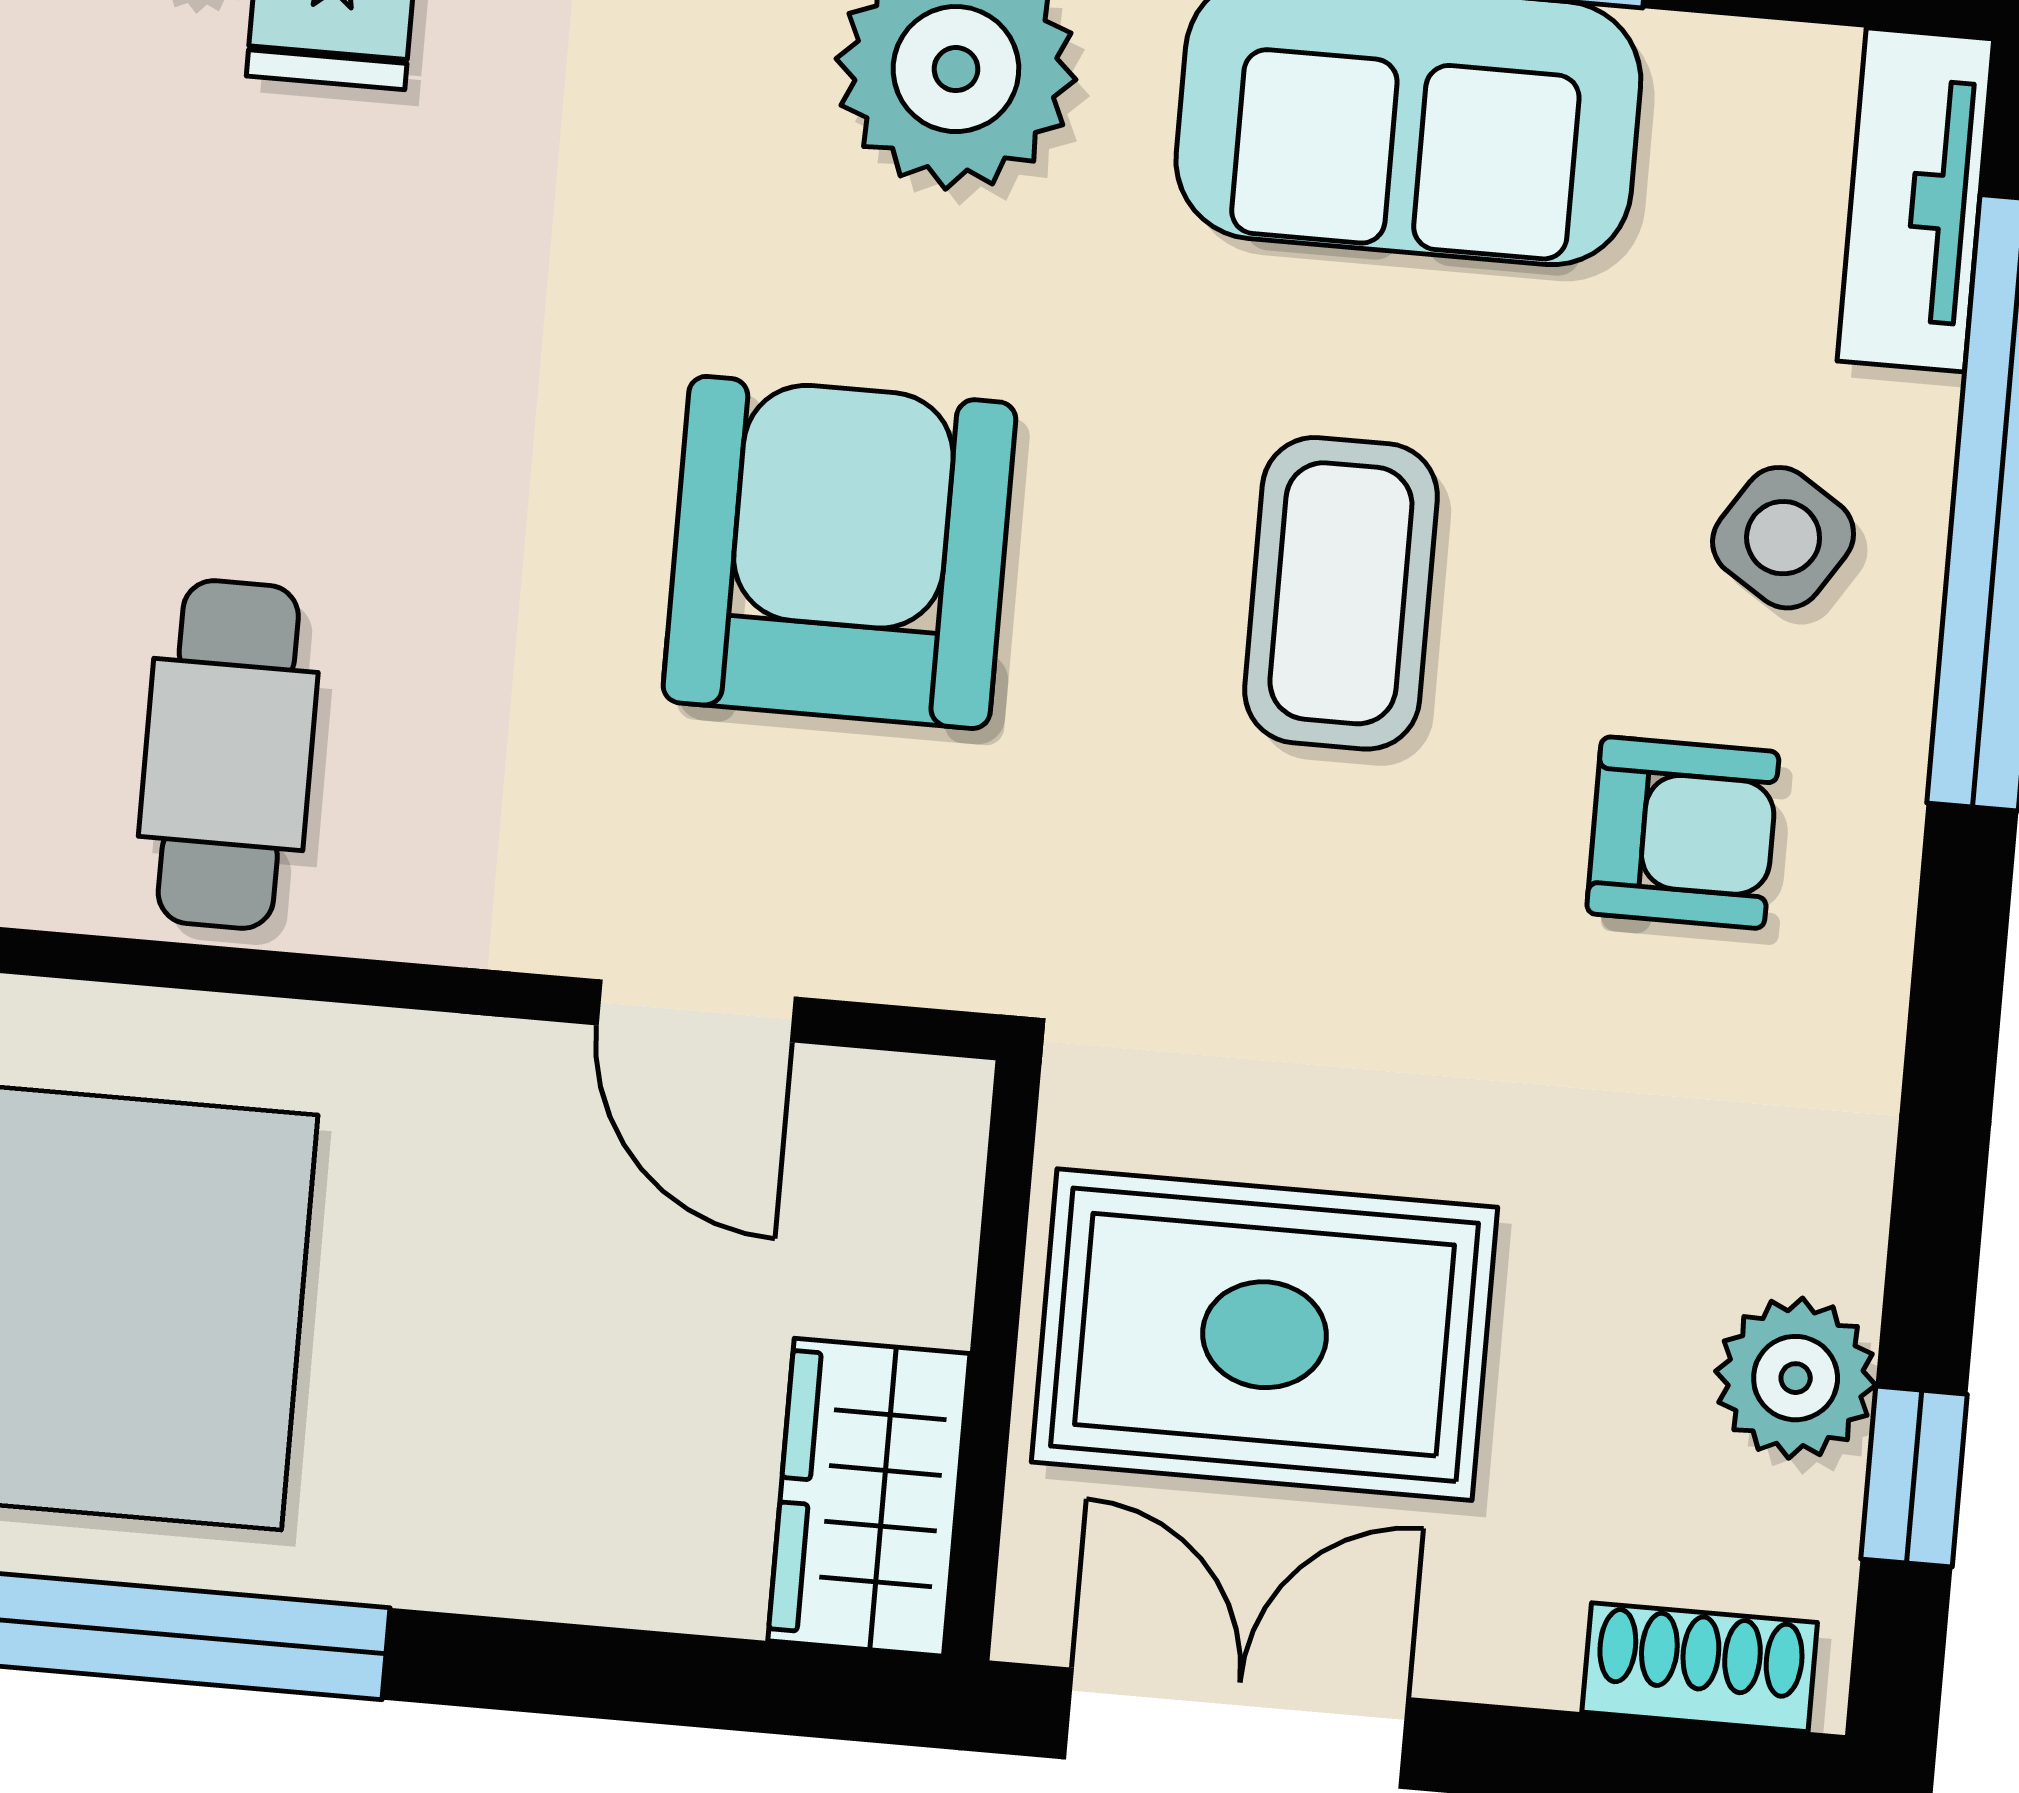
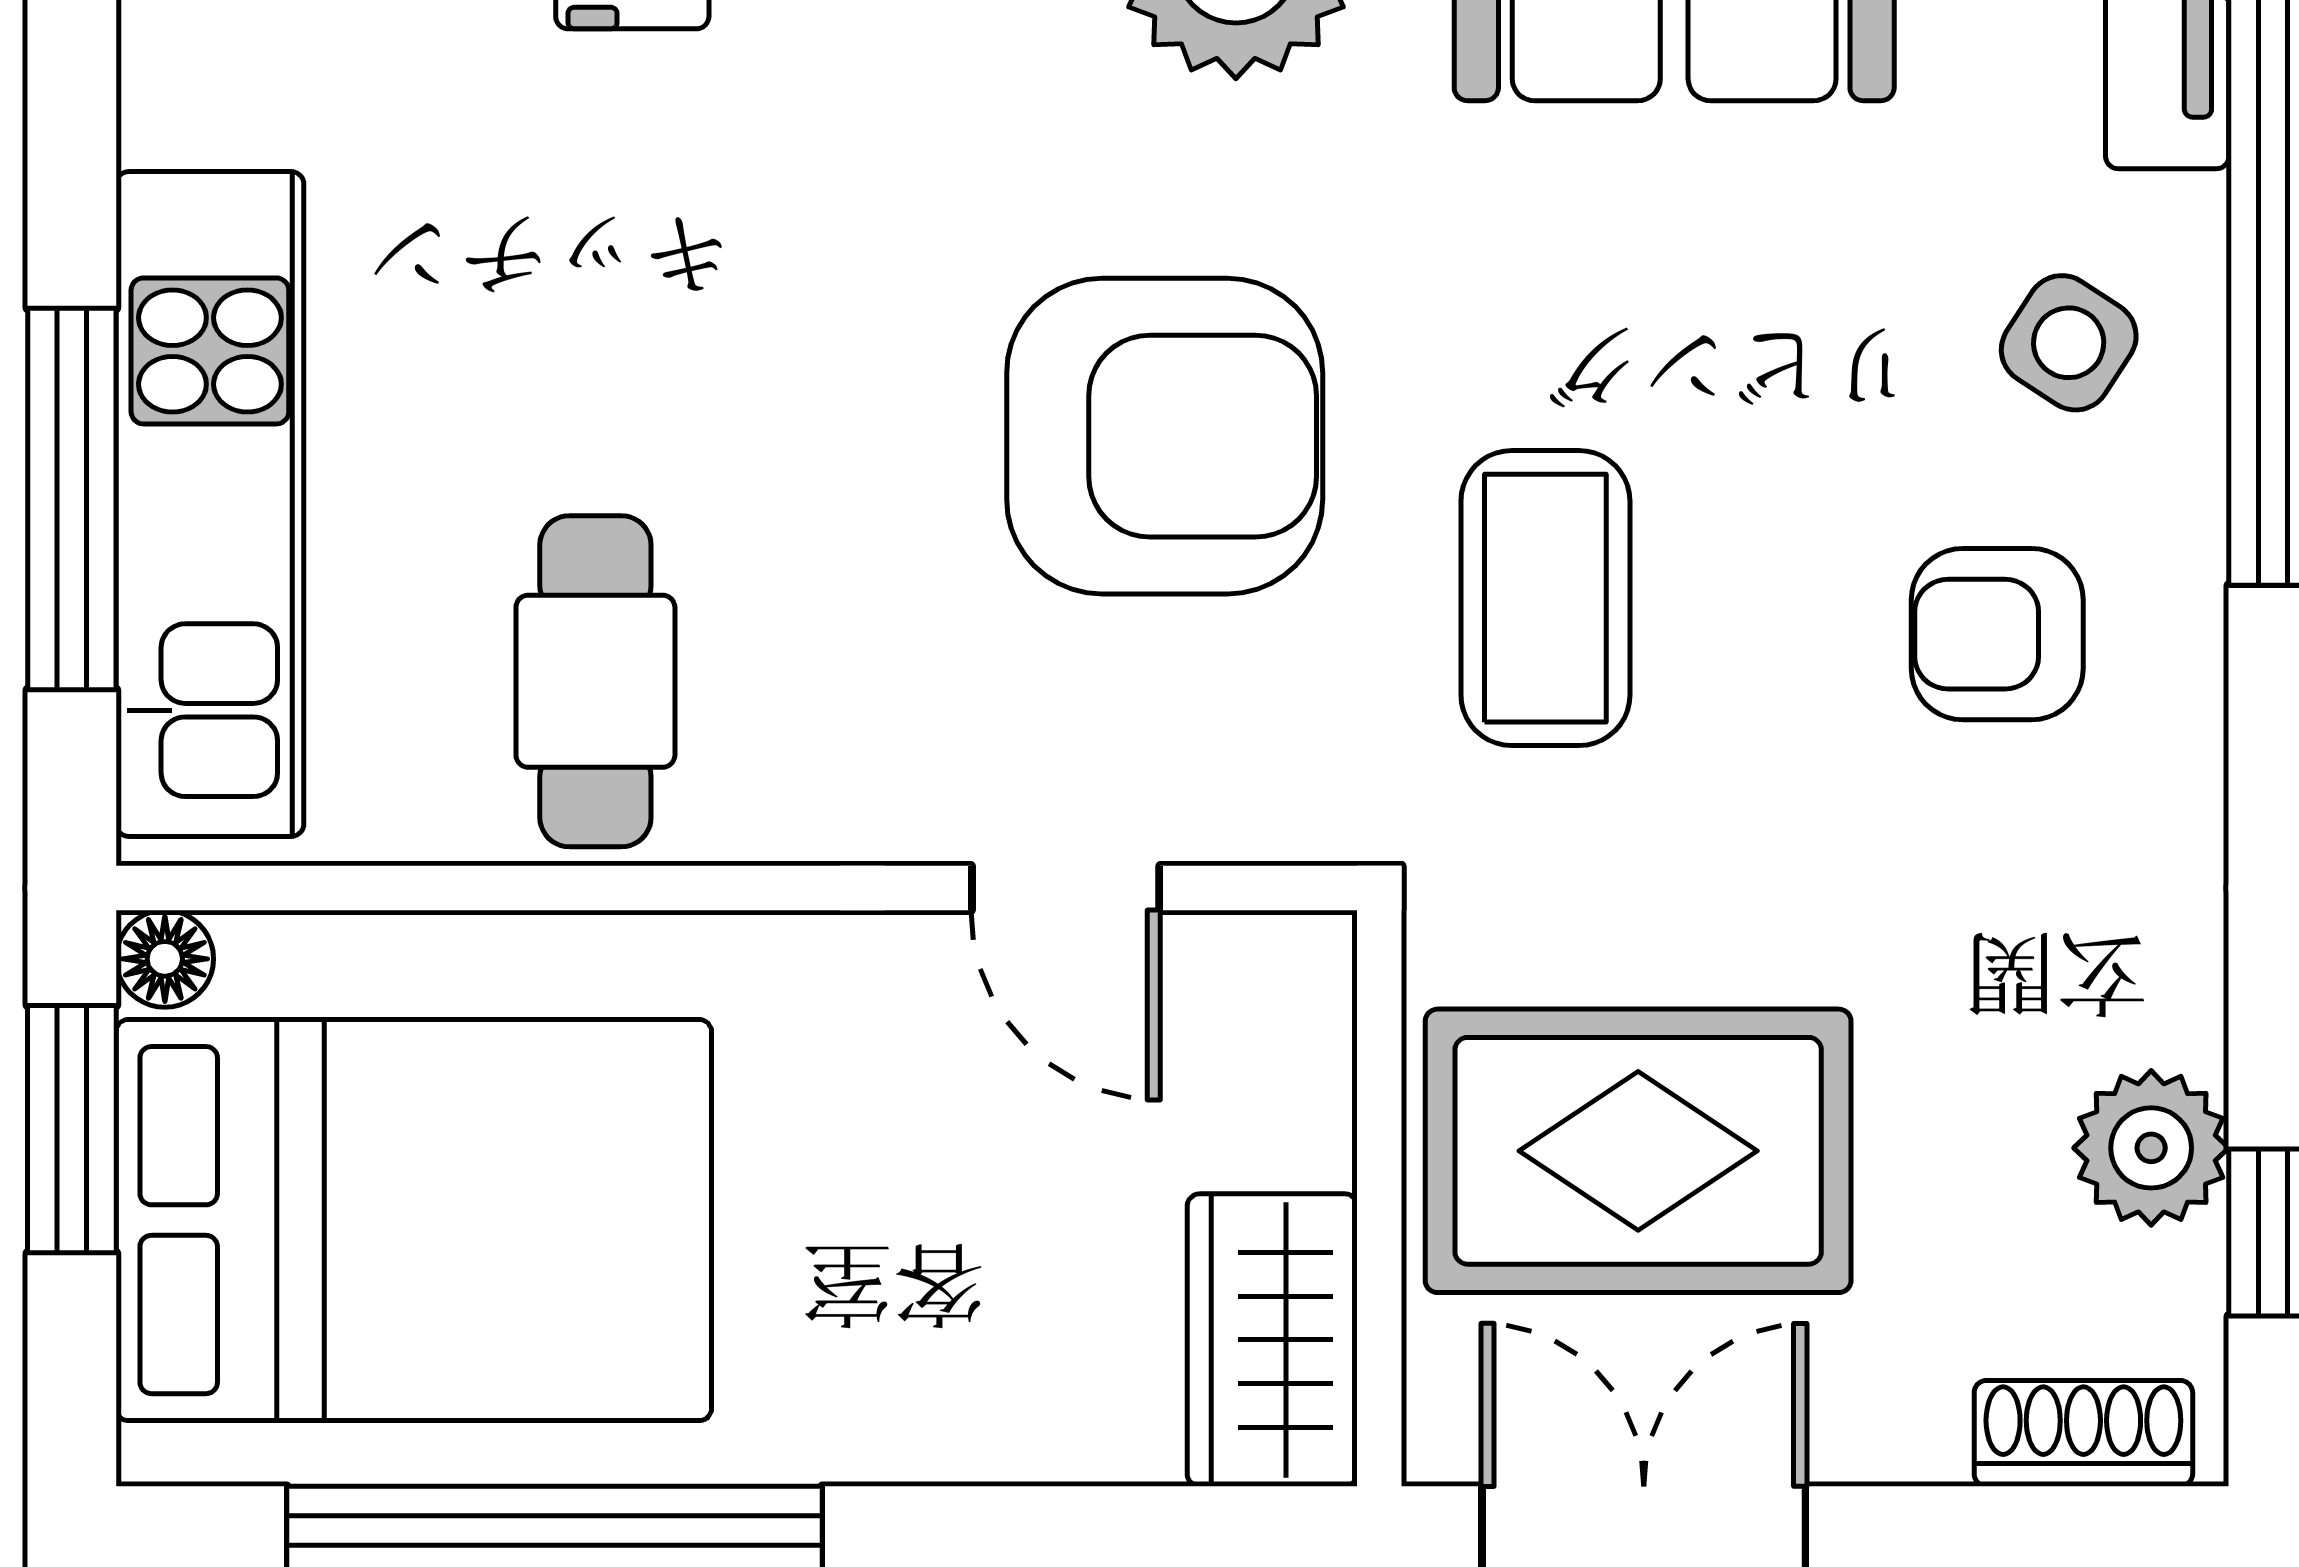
armchair: (839, 552) -> (1165, 436), turned 90
coffee table: (1341, 593) -> (1545, 598), moved
armchair: (1683, 833) -> (1997, 634), turned 180

